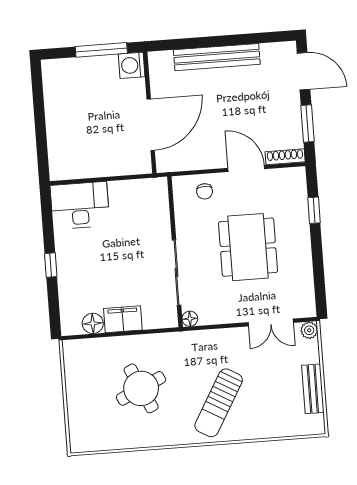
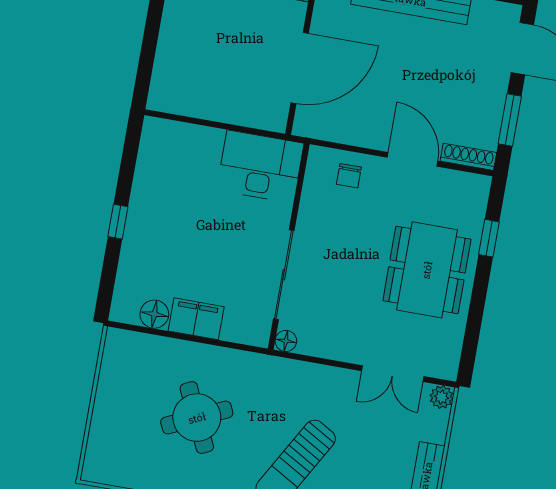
desk: (80, 205) -> (260, 166), moved
dining table: (248, 247) -> (427, 270), moved

